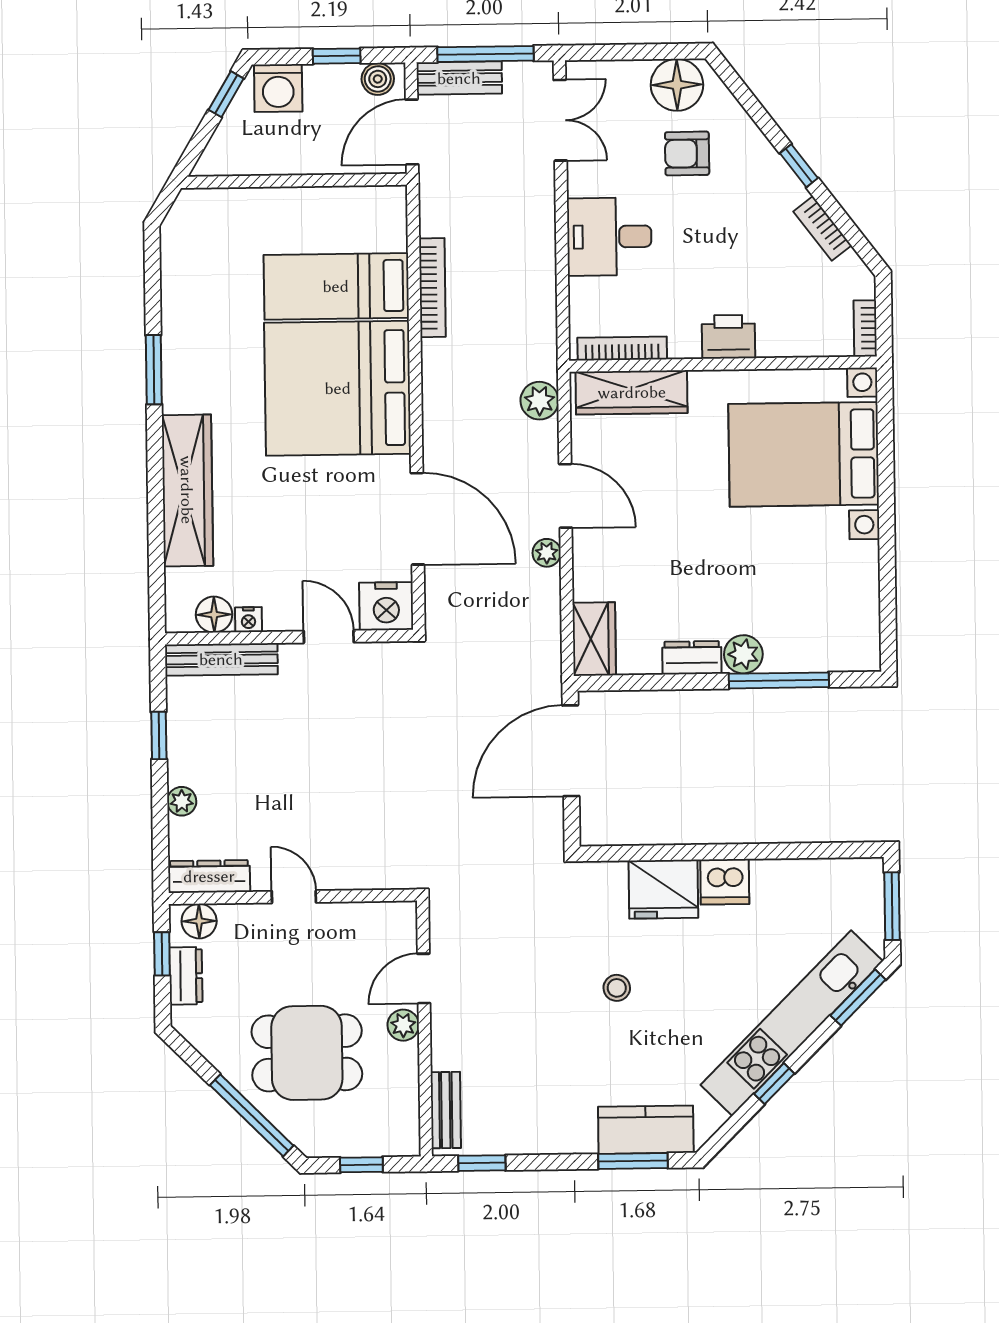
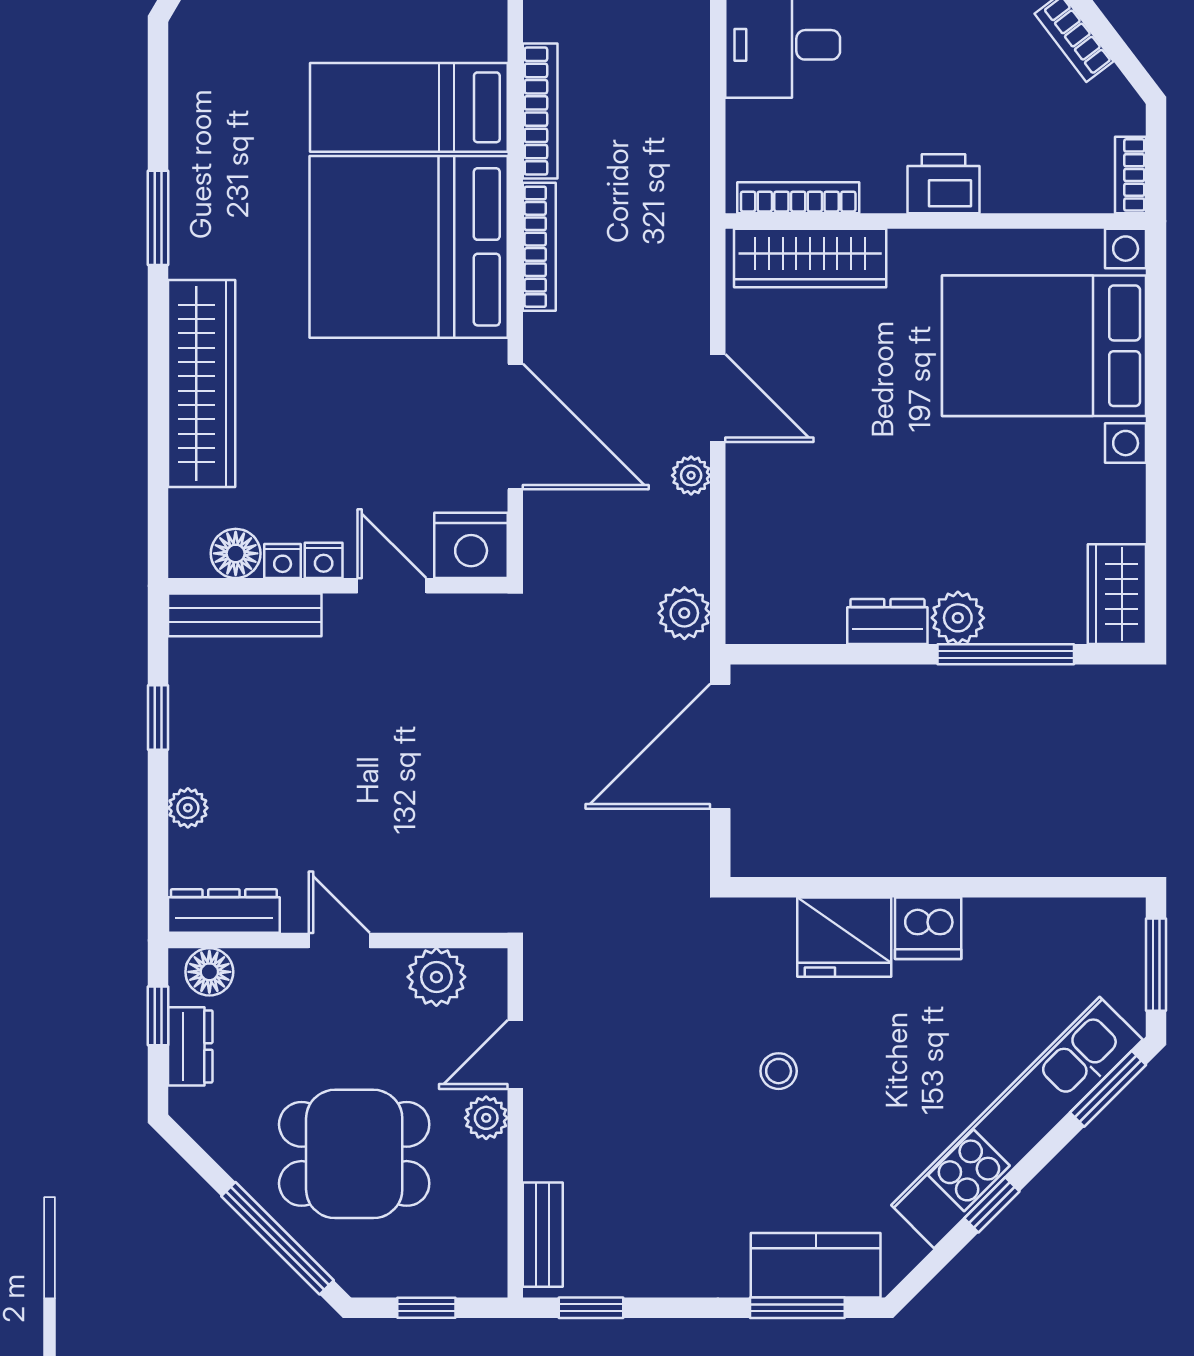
bookcase: (433, 387) -> (539, 247), added
plant: (540, 401) -> (684, 613), moved
nightstand: (279, 619) -> (324, 560), added
wardrobe: (594, 639) -> (1117, 594), moved, turned 180
plant: (365, 923) -> (436, 977), added

